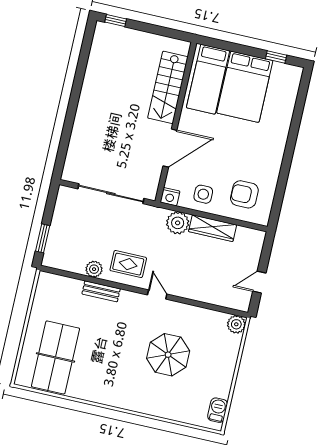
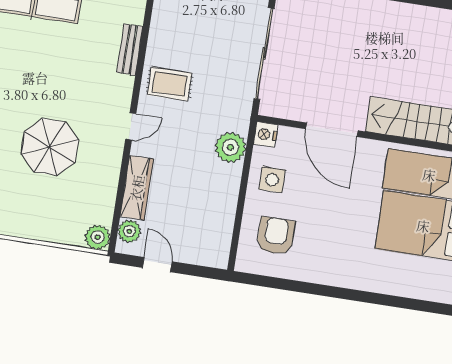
wardrobe: (213, 228) -> (137, 188), moved, turned 180
rug: (128, 264) -> (170, 84), turned 90
plant: (94, 269) -> (129, 231), moved

